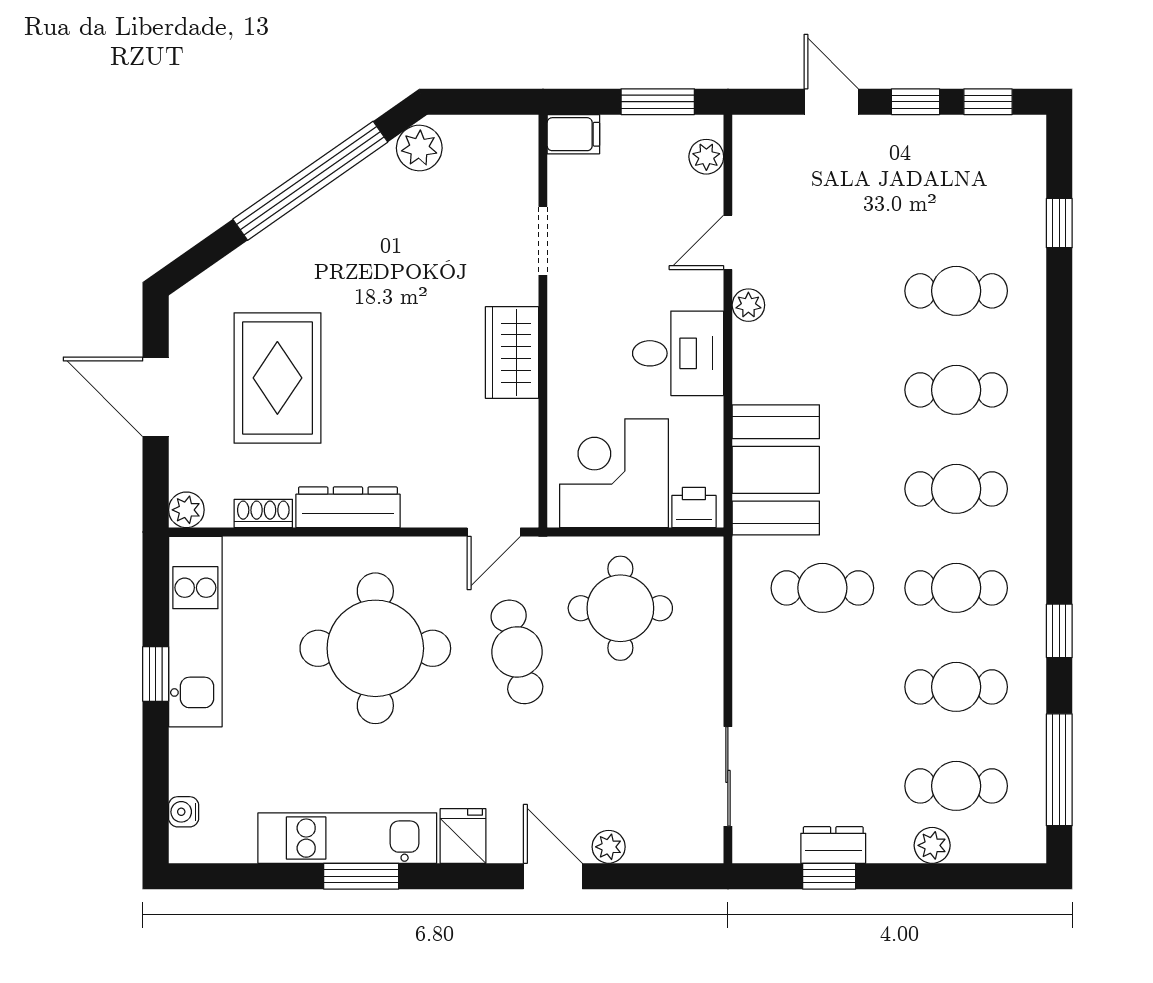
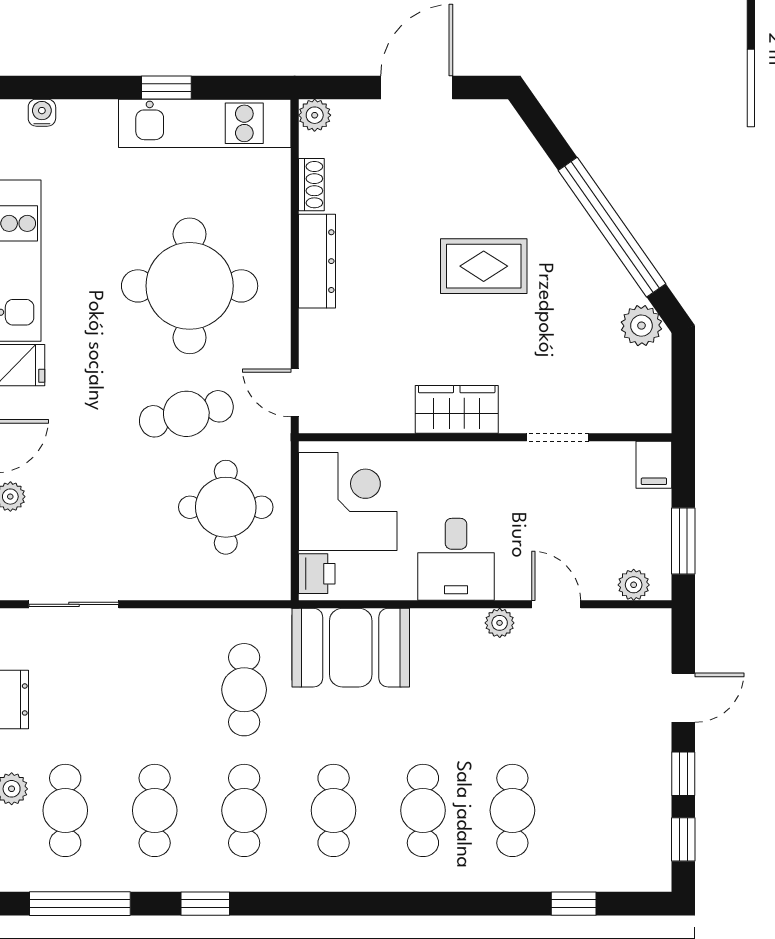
rug: (277, 378) -> (484, 266), moved, width x0.73, depth x0.70

